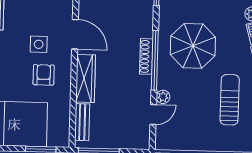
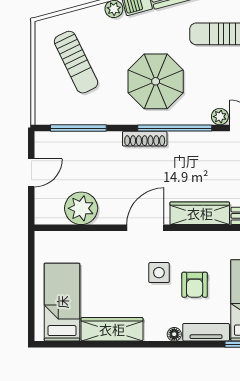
shoe rack: (146, 56) -> (145, 139), moved
armchair: (44, 75) -> (195, 285), moved, turned -90

